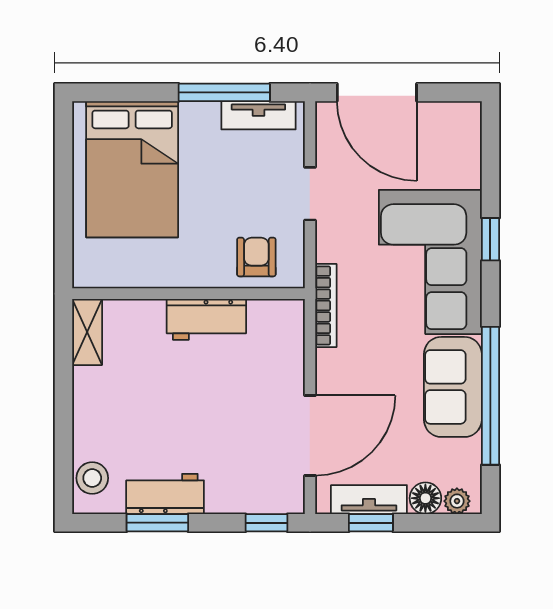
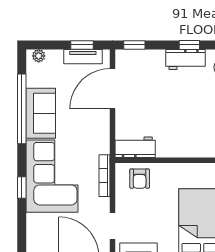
doorway: (310, 194) -> (113, 226), moved
bookcase: (326, 306) -> (105, 176), moved
workbench: (206, 319) -> (135, 147), moved
floor lamp: (425, 498) -> (55, 57), removed
window: (157, 523) -> (189, 45), width x0.67

